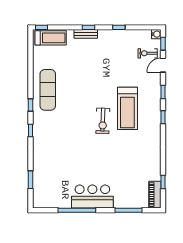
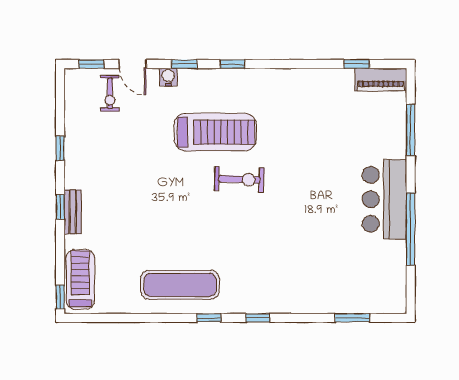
water cooler: (156, 34) -> (168, 77), moved

